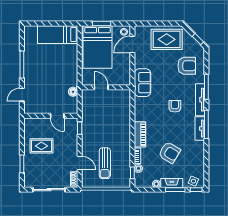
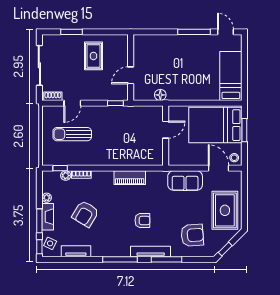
armchair: (187, 66) -> (192, 235), turned -94
sofa: (142, 83) -> (185, 181), moved
door: (22, 95) -> (225, 32), moved
tv unit: (200, 128) -> (76, 251), moved
piano: (140, 134) -> (130, 178), moved

